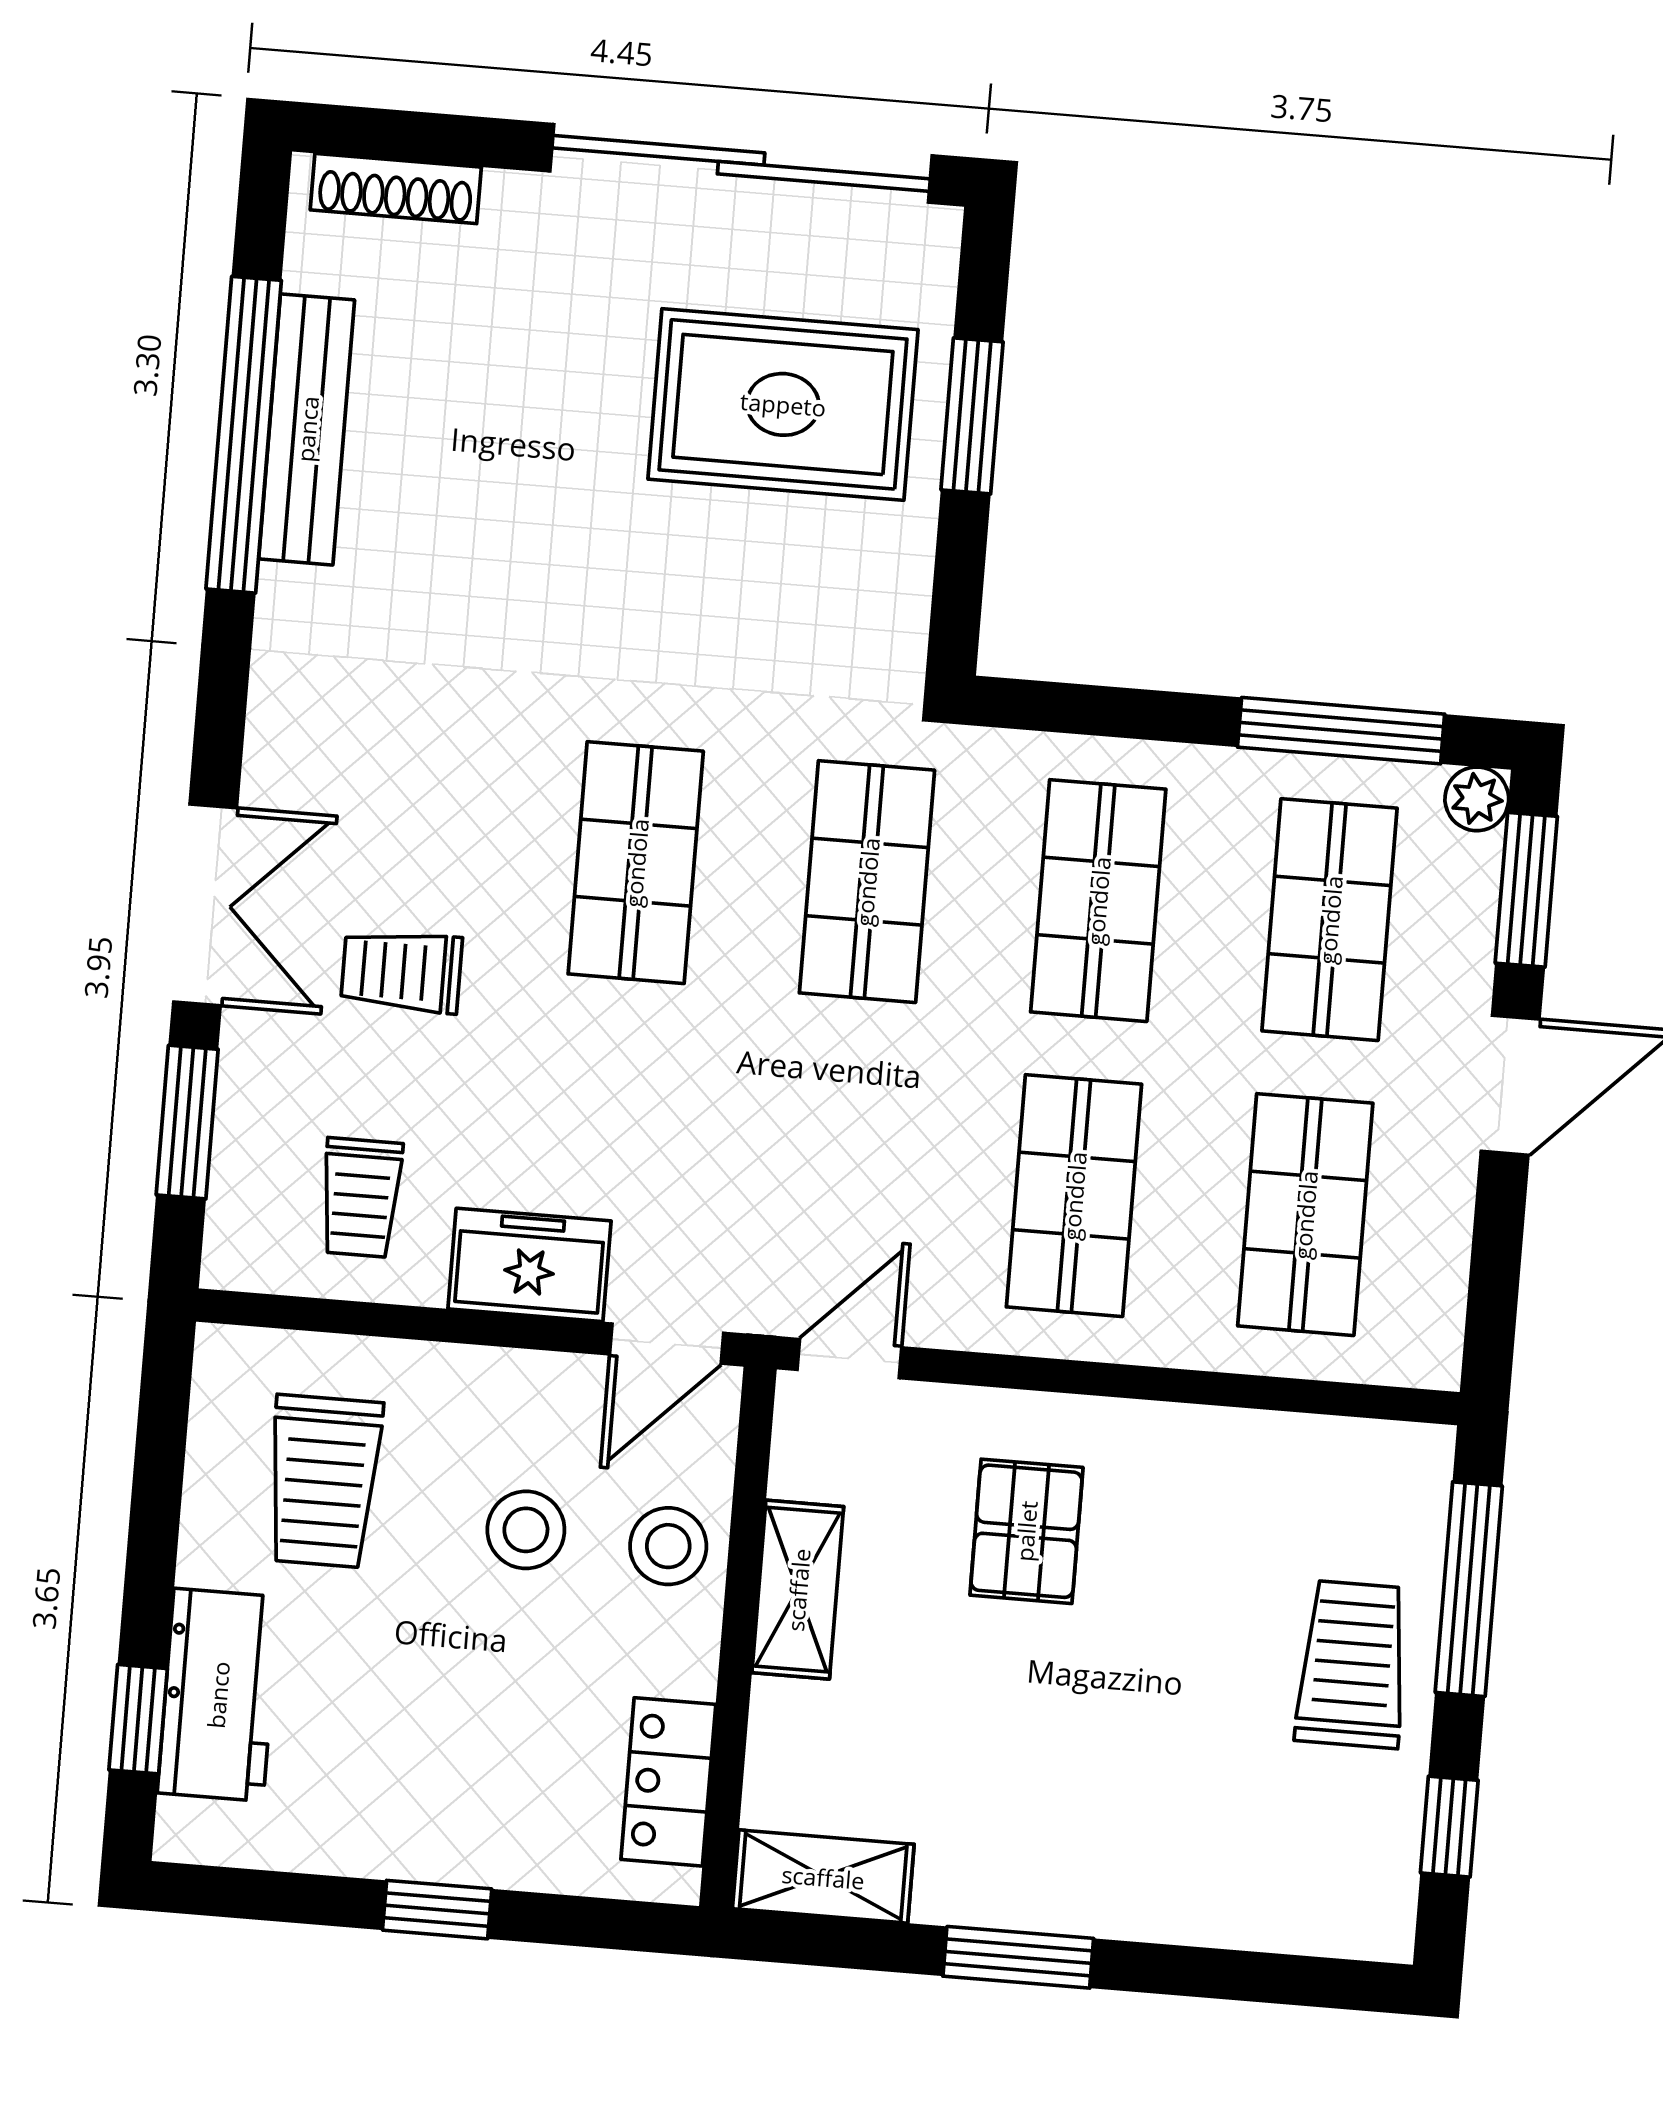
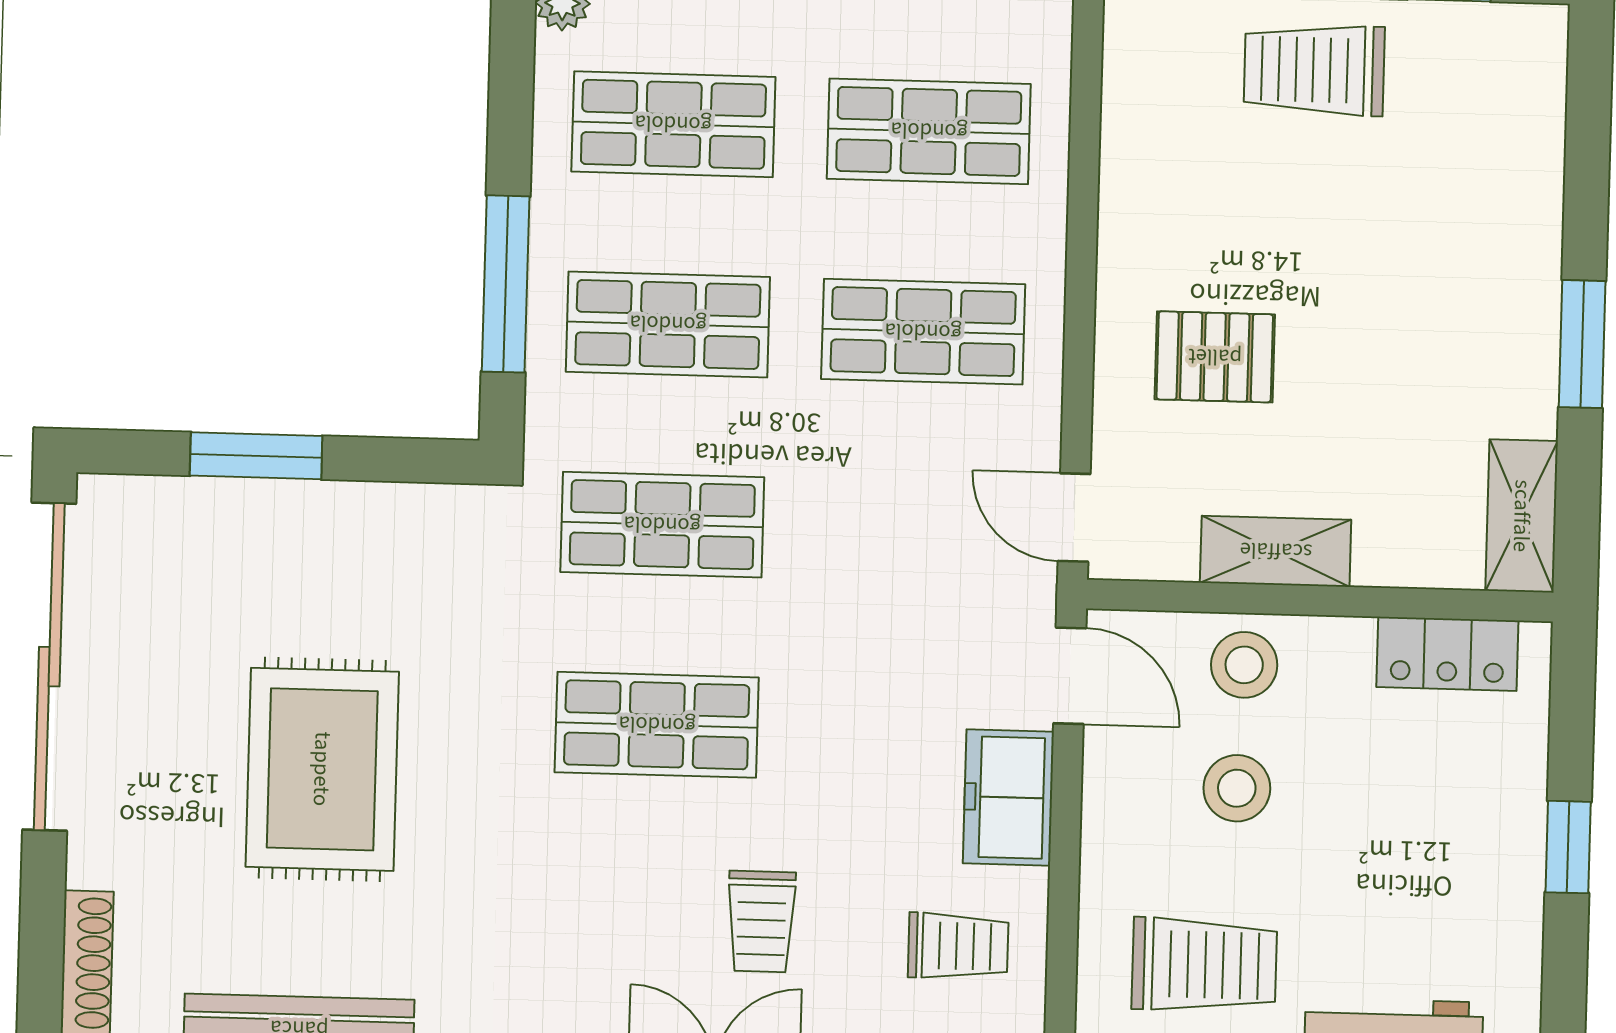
rug: (783, 404) -> (322, 769), moved
window: (1341, 731) -> (506, 284), moved

